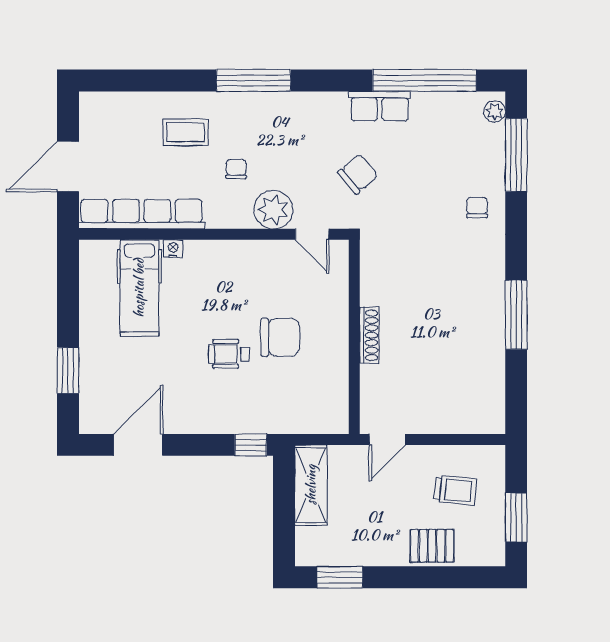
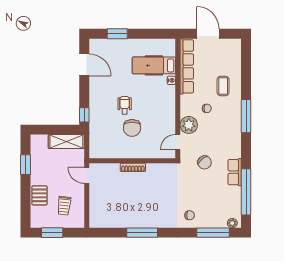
window: (340, 577) -> (26, 165), moved

